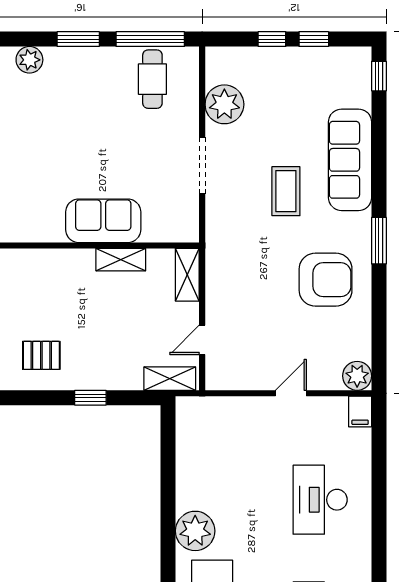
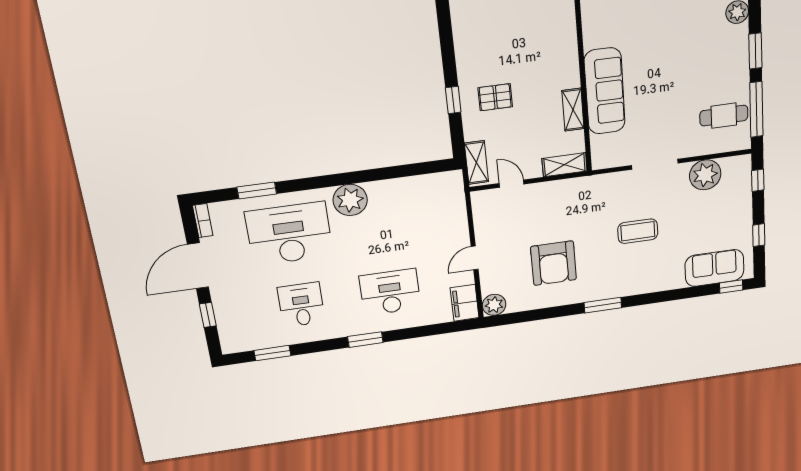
window: (272, 39) -> (758, 180), moved
sofa: (350, 160) -> (714, 268), moved, width x0.73
sofa: (103, 221) -> (605, 91), width x1.36
armchair: (326, 280) -> (553, 263), moved
pallet: (41, 355) -> (495, 97), moved, turned 90
door: (291, 393) -> (475, 258), swing flipped
filing cabinet: (360, 412) -> (465, 303), width x2.00
window: (379, 538) -> (365, 340), added

